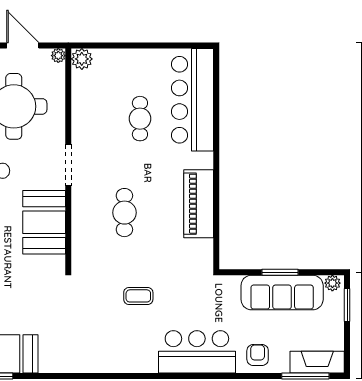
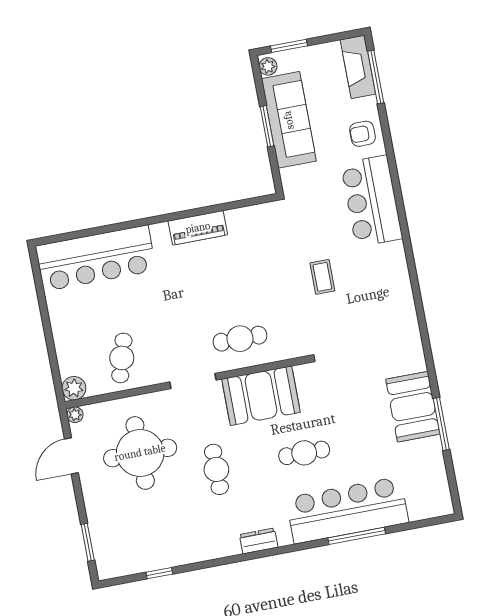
cafe table: (140, 119) -> (122, 358), moved, turned -74
piano: (199, 204) -> (198, 228), width x0.73, depth x0.75
cafe table: (124, 213) -> (240, 339), moved

